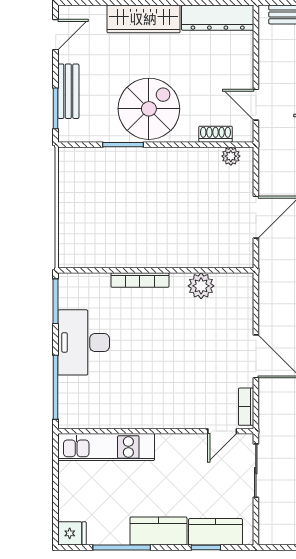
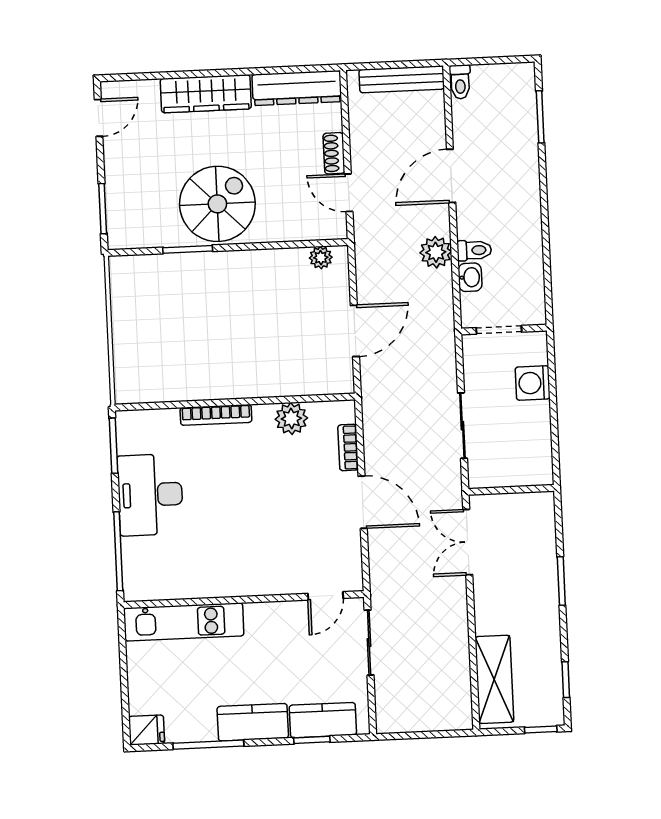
bench: (68, 91) -> (117, 187), removed
shoe rack: (216, 134) -> (334, 153), moved, turned -90
bookcase: (246, 407) -> (348, 447), moved

